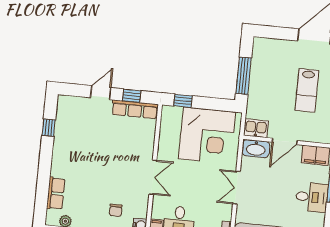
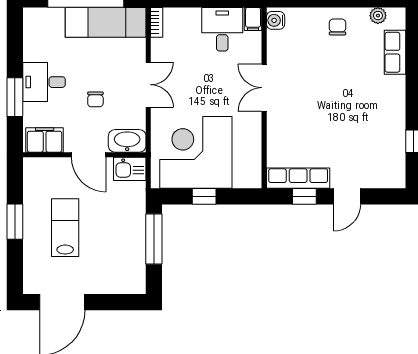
window: (183, 101) -> (204, 196), moved
door: (285, 141) -> (89, 155), swing flipped
chair: (276, 181) -> (95, 99), added
chair: (116, 210) -> (337, 27), moved

